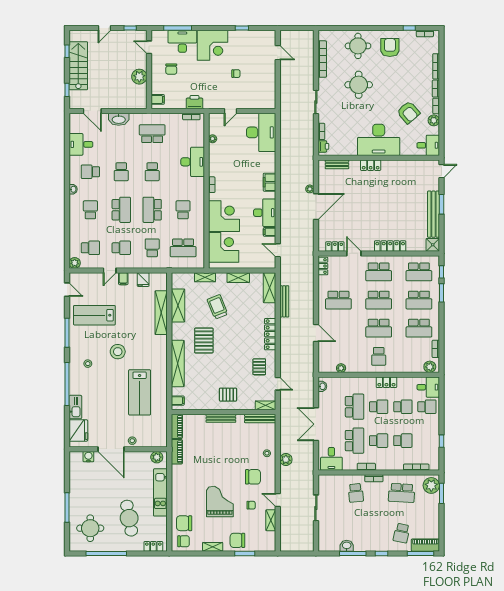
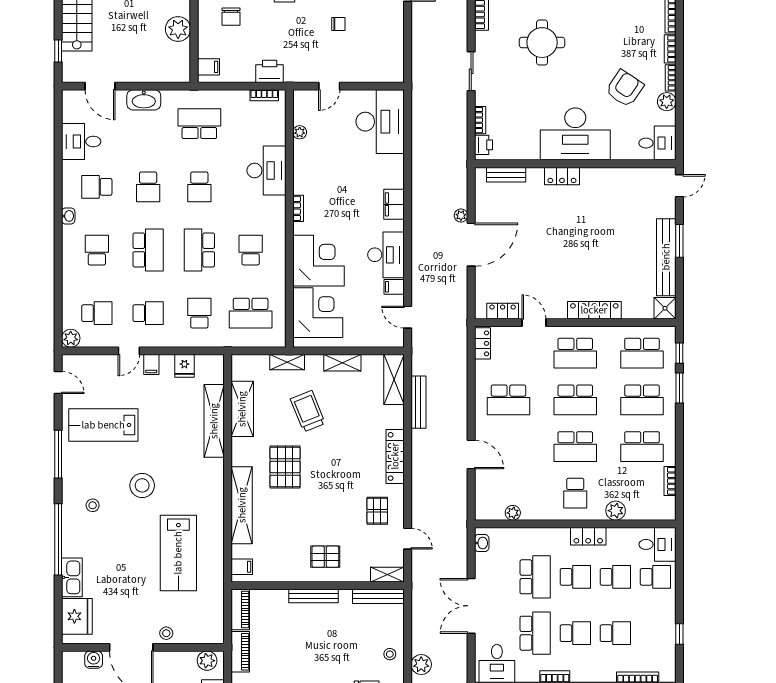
armchair: (408, 112) -> (625, 88), turned -105
plant: (430, 367) -> (616, 511), moved

